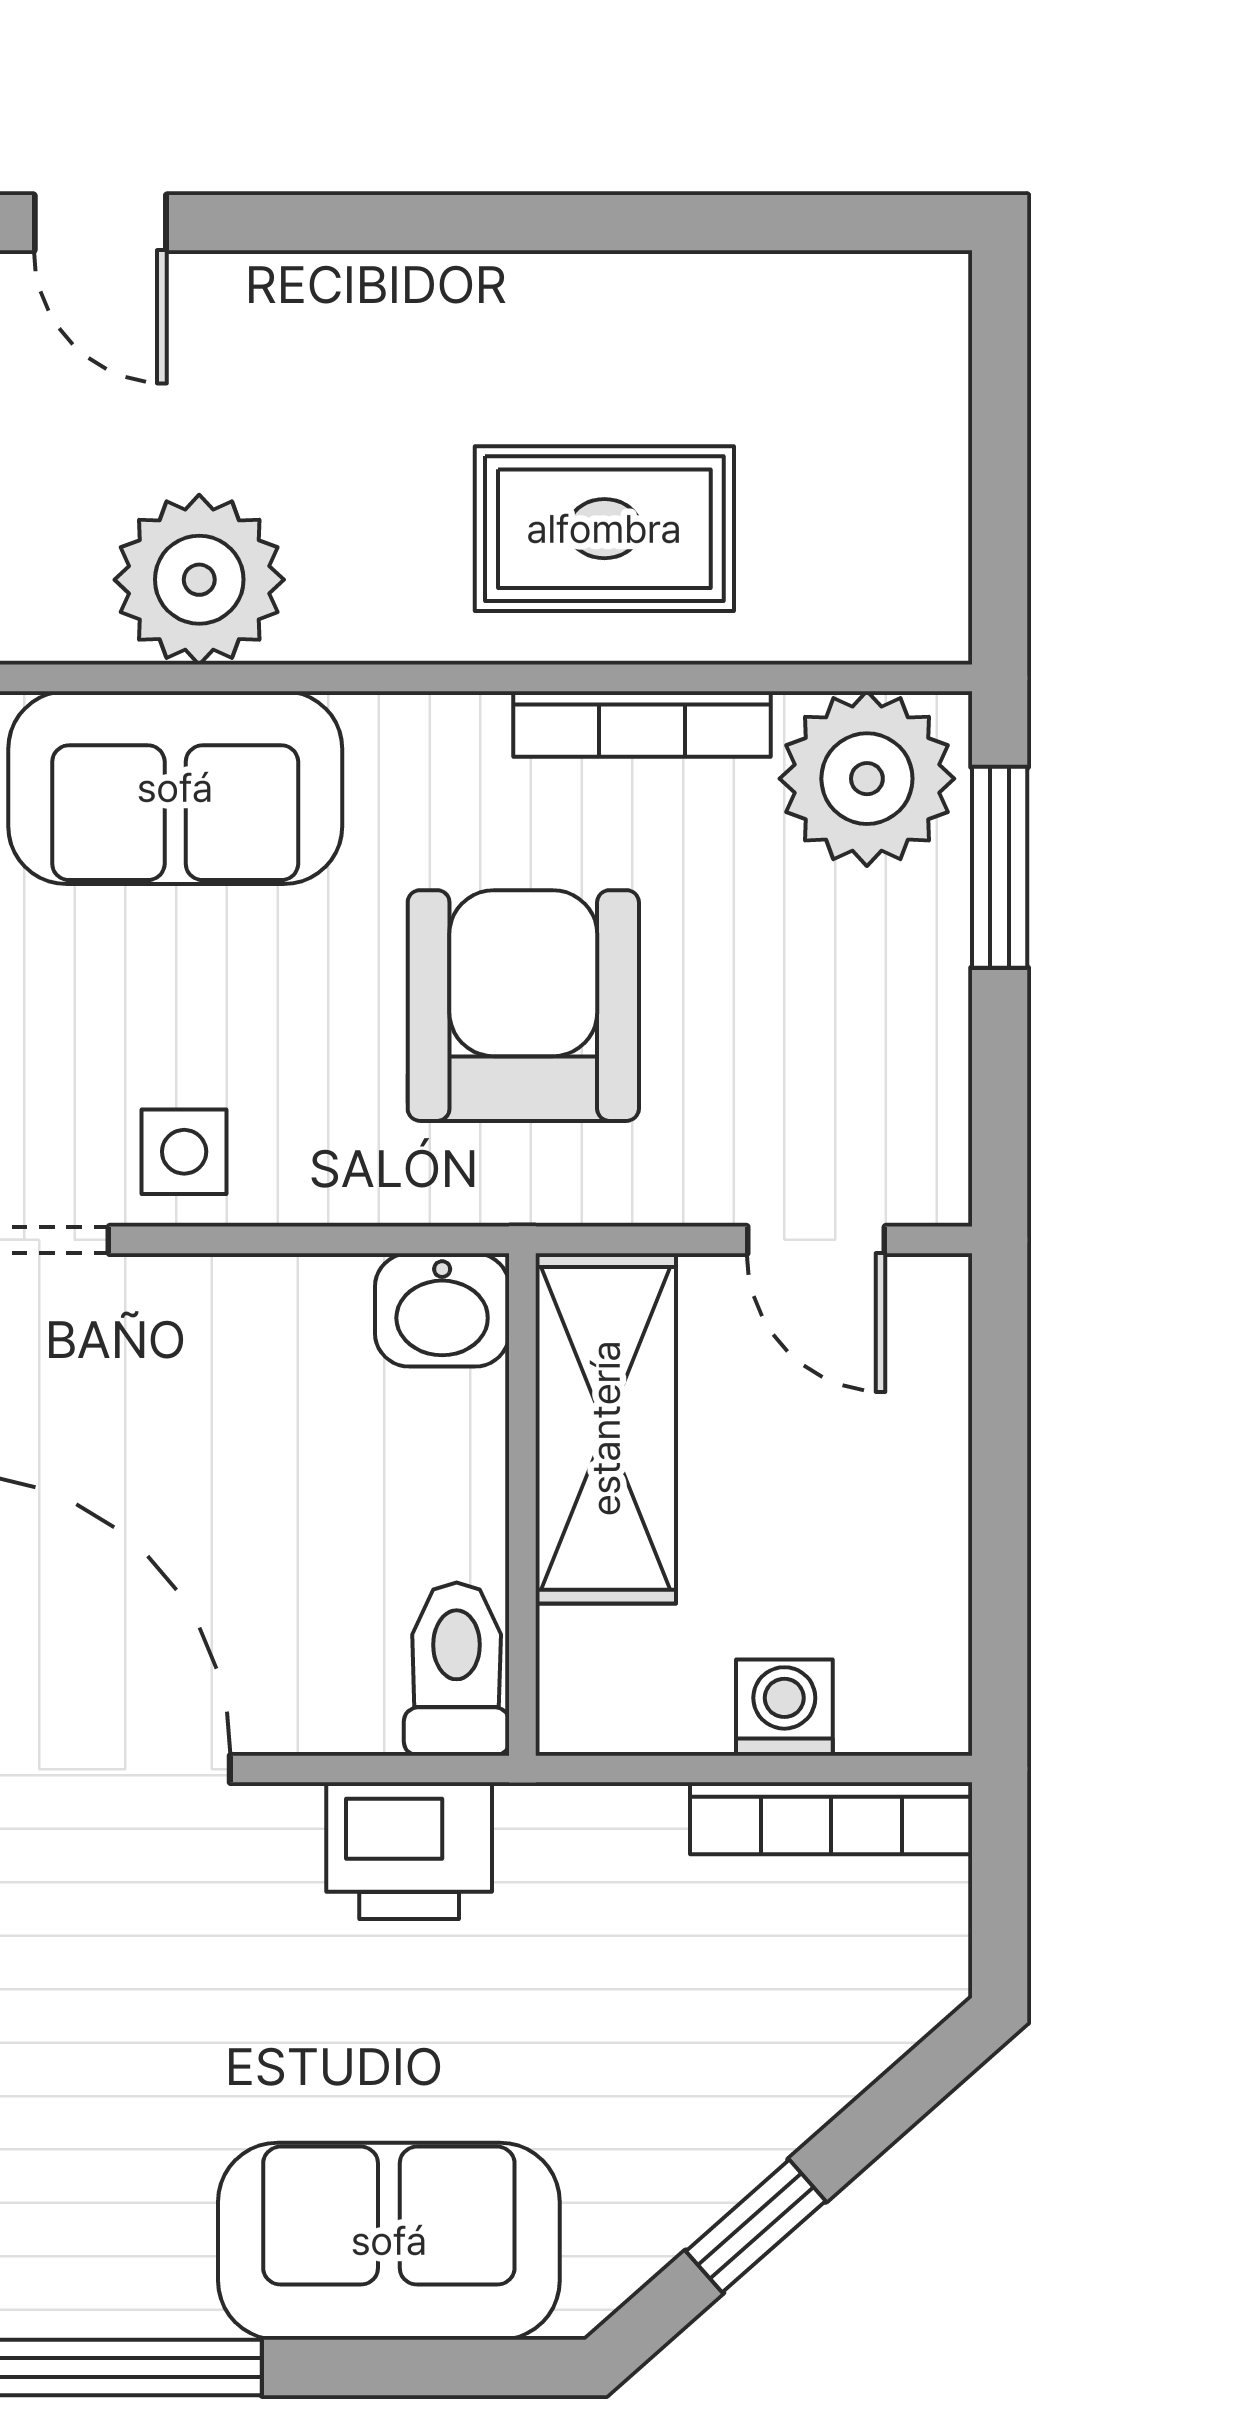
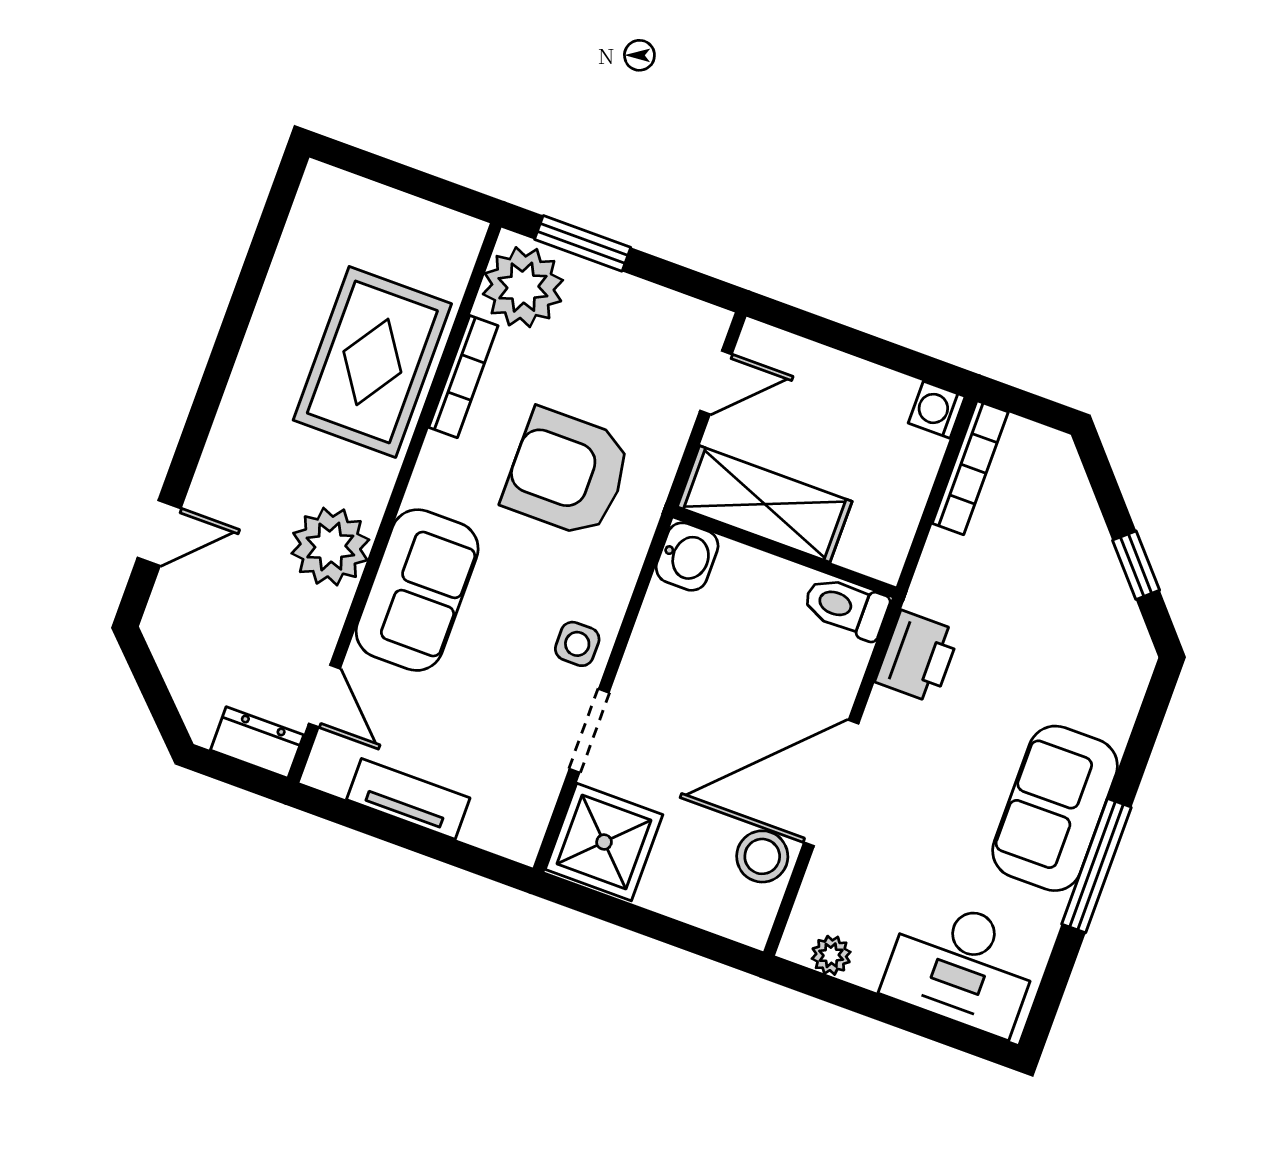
rug: (604, 529) -> (372, 362), width x1.36, depth x1.43
washing machine: (784, 1708) -> (937, 410), moved
sofa: (389, 2241) -> (1055, 808), moved

